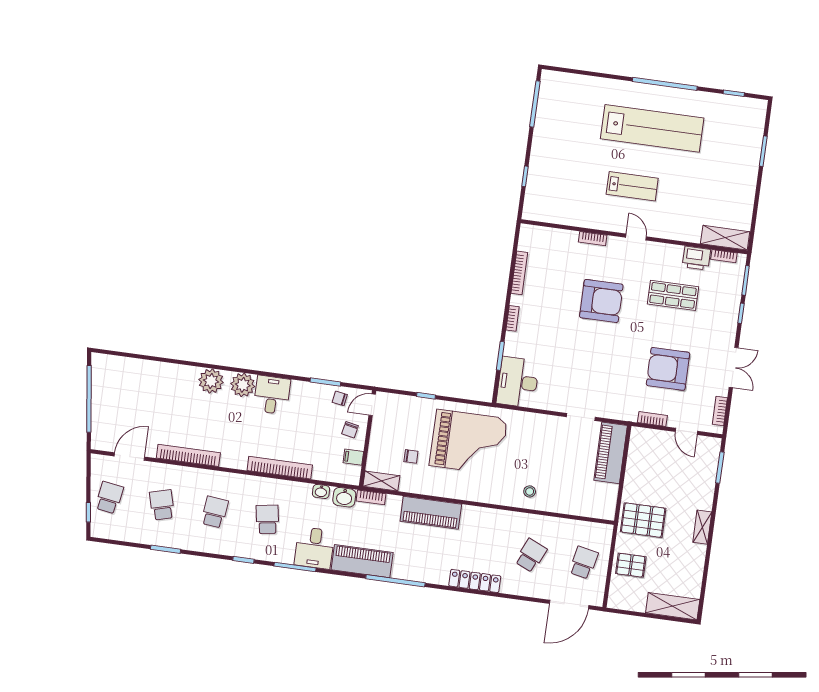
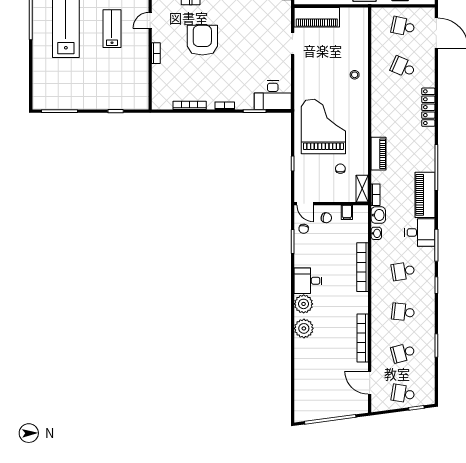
piano: (431, 513) -> (379, 154), width x0.73, depth x0.75

